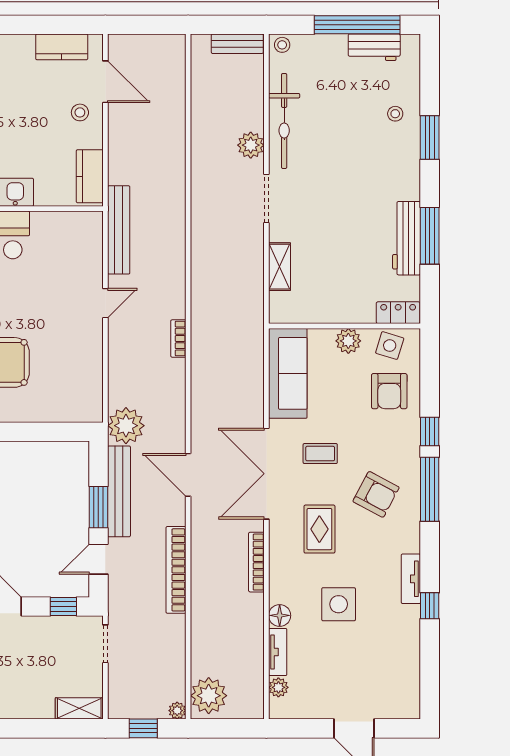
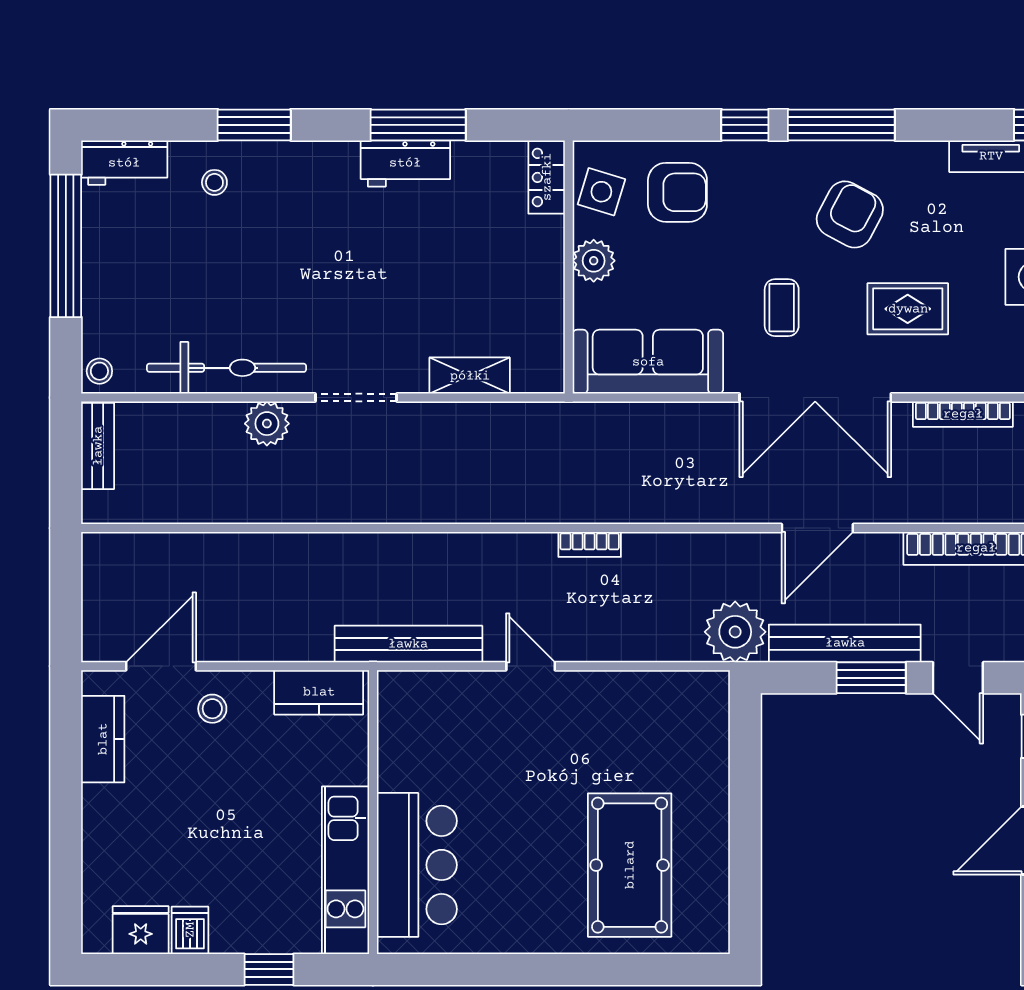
workbench: (374, 47) -> (124, 163), moved, turned 90
workbench: (407, 238) -> (405, 163), width x0.73

